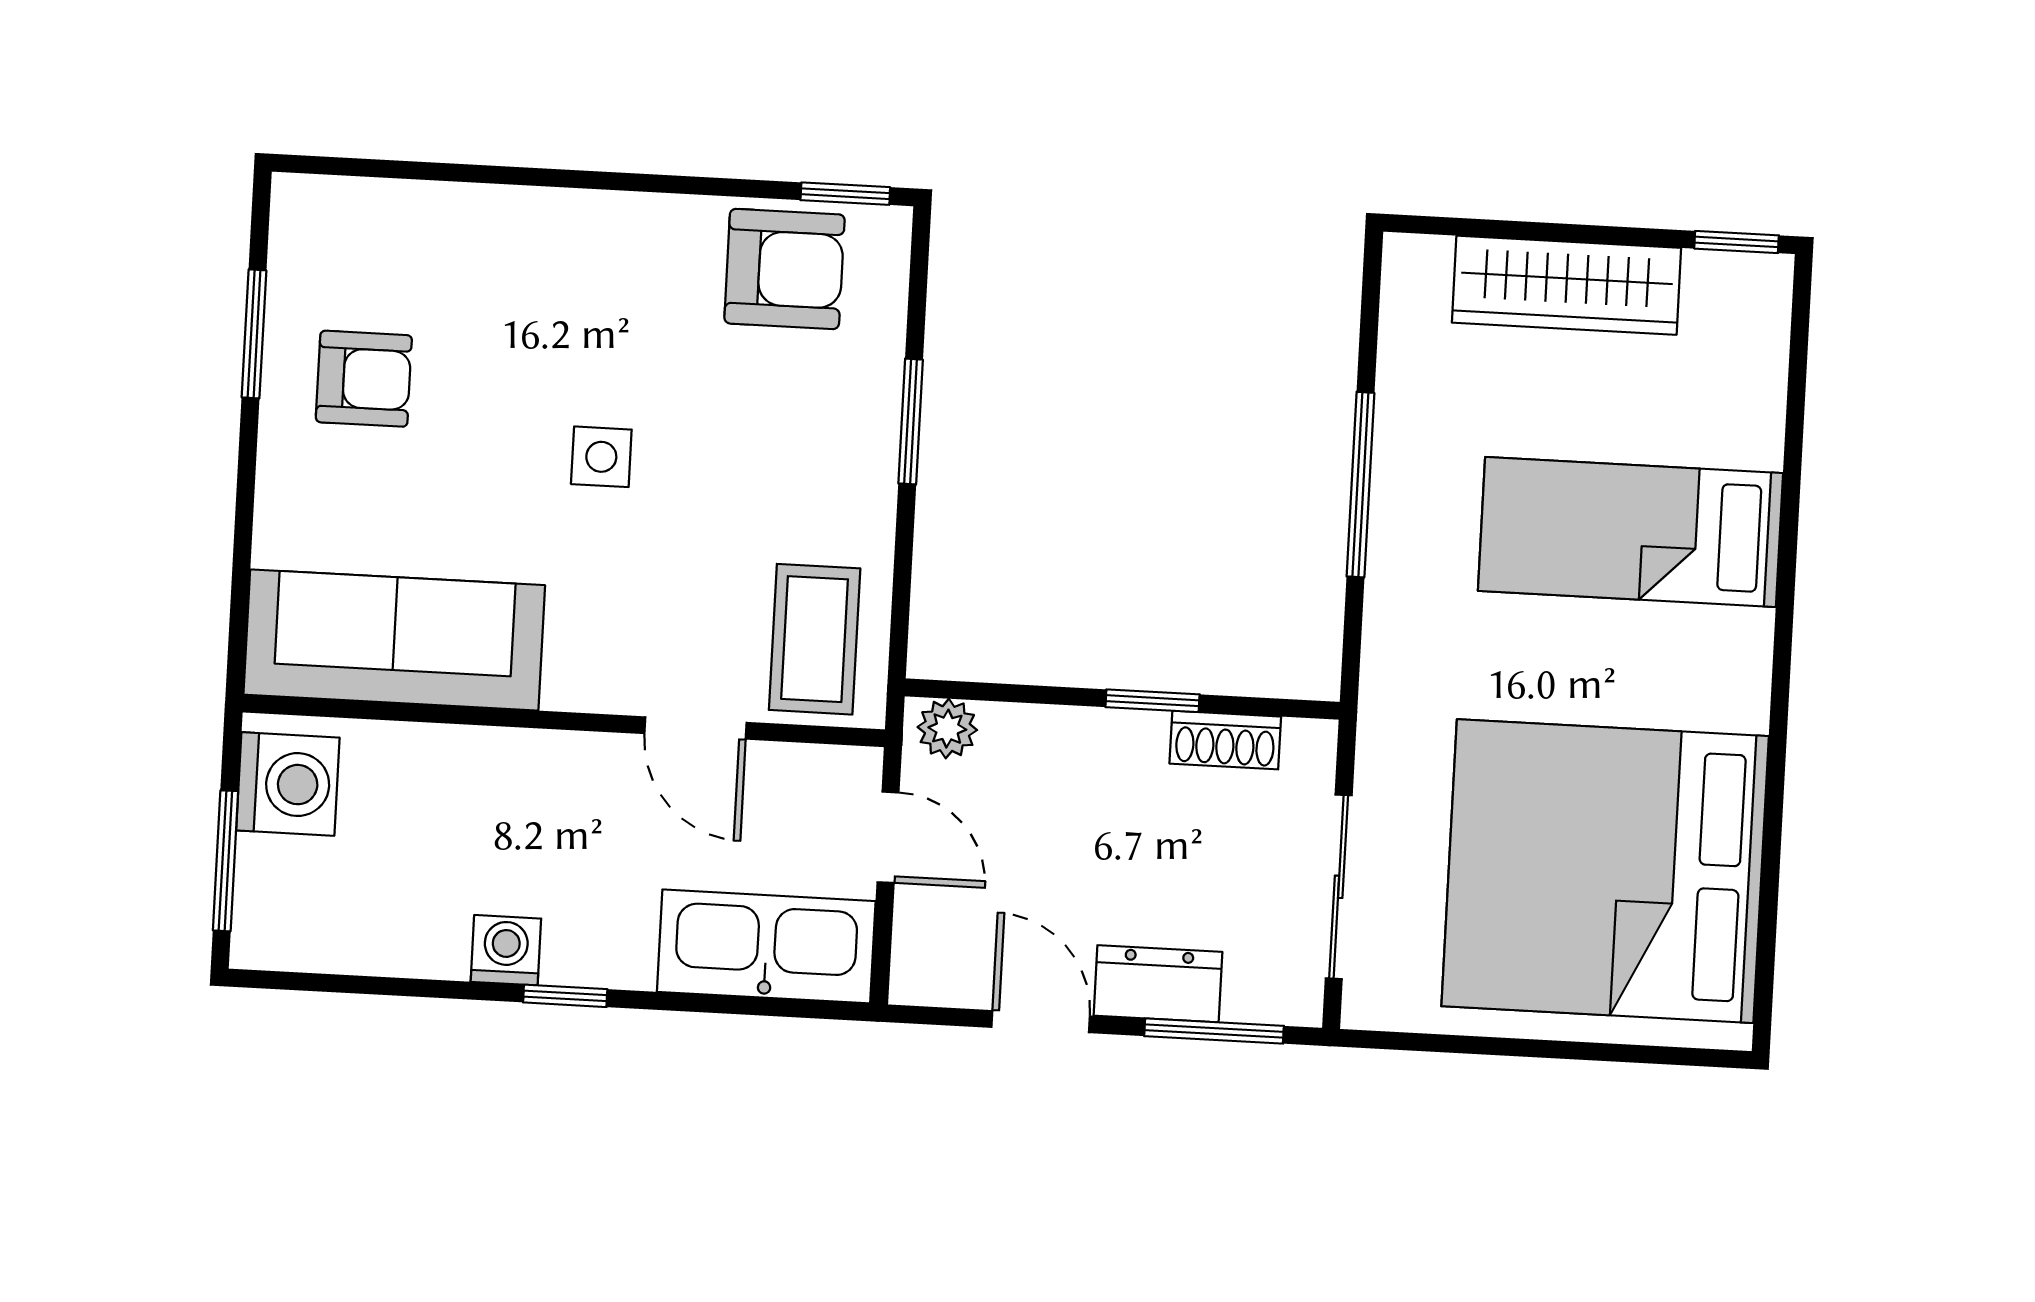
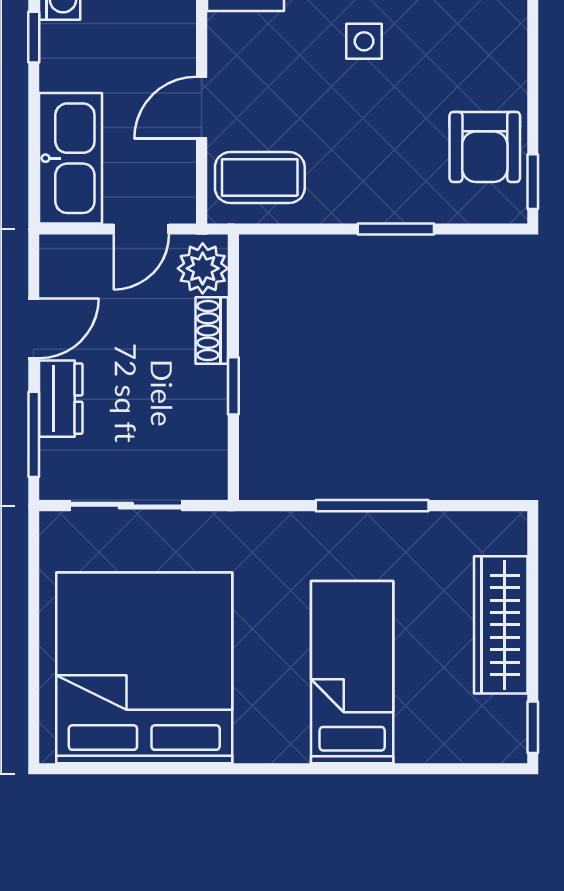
plant: (947, 729) -> (203, 268), width x1.38, depth x1.38
shoe rack: (1225, 740) -> (212, 331), moved

